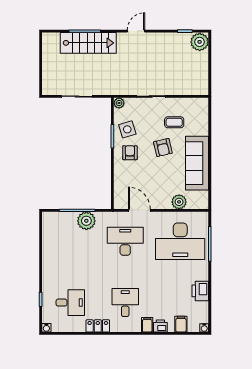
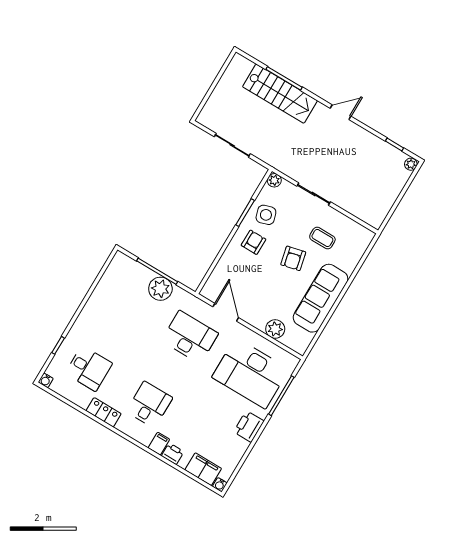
plant: (200, 42) -> (411, 164), width x0.53, depth x0.53
printer: (200, 291) -> (249, 426), moved
filing cabinet: (181, 324) -> (203, 469), width x2.00

